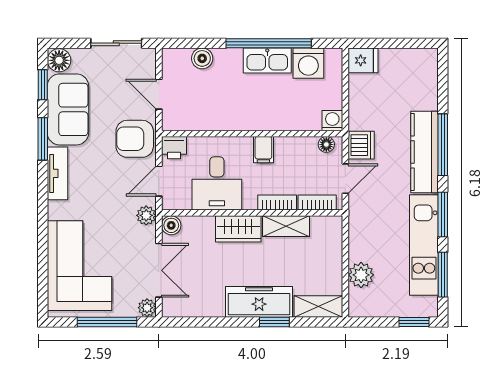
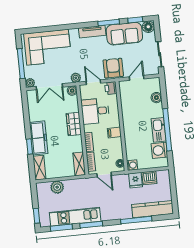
fridge: (363, 60) -> (136, 180), moved
dishwasher: (361, 145) -> (149, 178), moved
window: (443, 145) -> (136, 220), moved
kitchen counter: (424, 152) -> (153, 209), moved
shelving: (286, 226) -> (79, 164), moved

